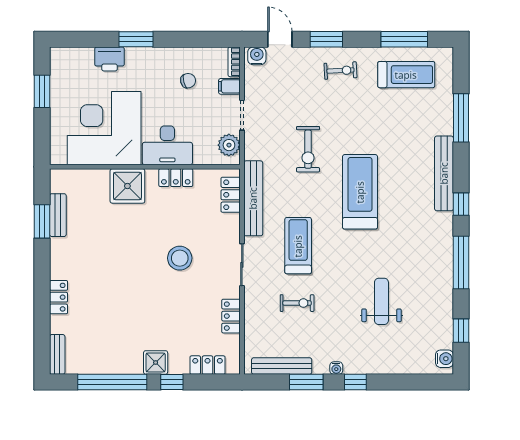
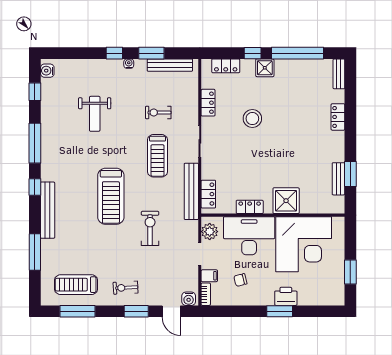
printer: (109, 59) -> (286, 296), moved
desk: (167, 145) -> (249, 236), width x1.36, depth x1.30
stool: (180, 258) -> (252, 119), moved

